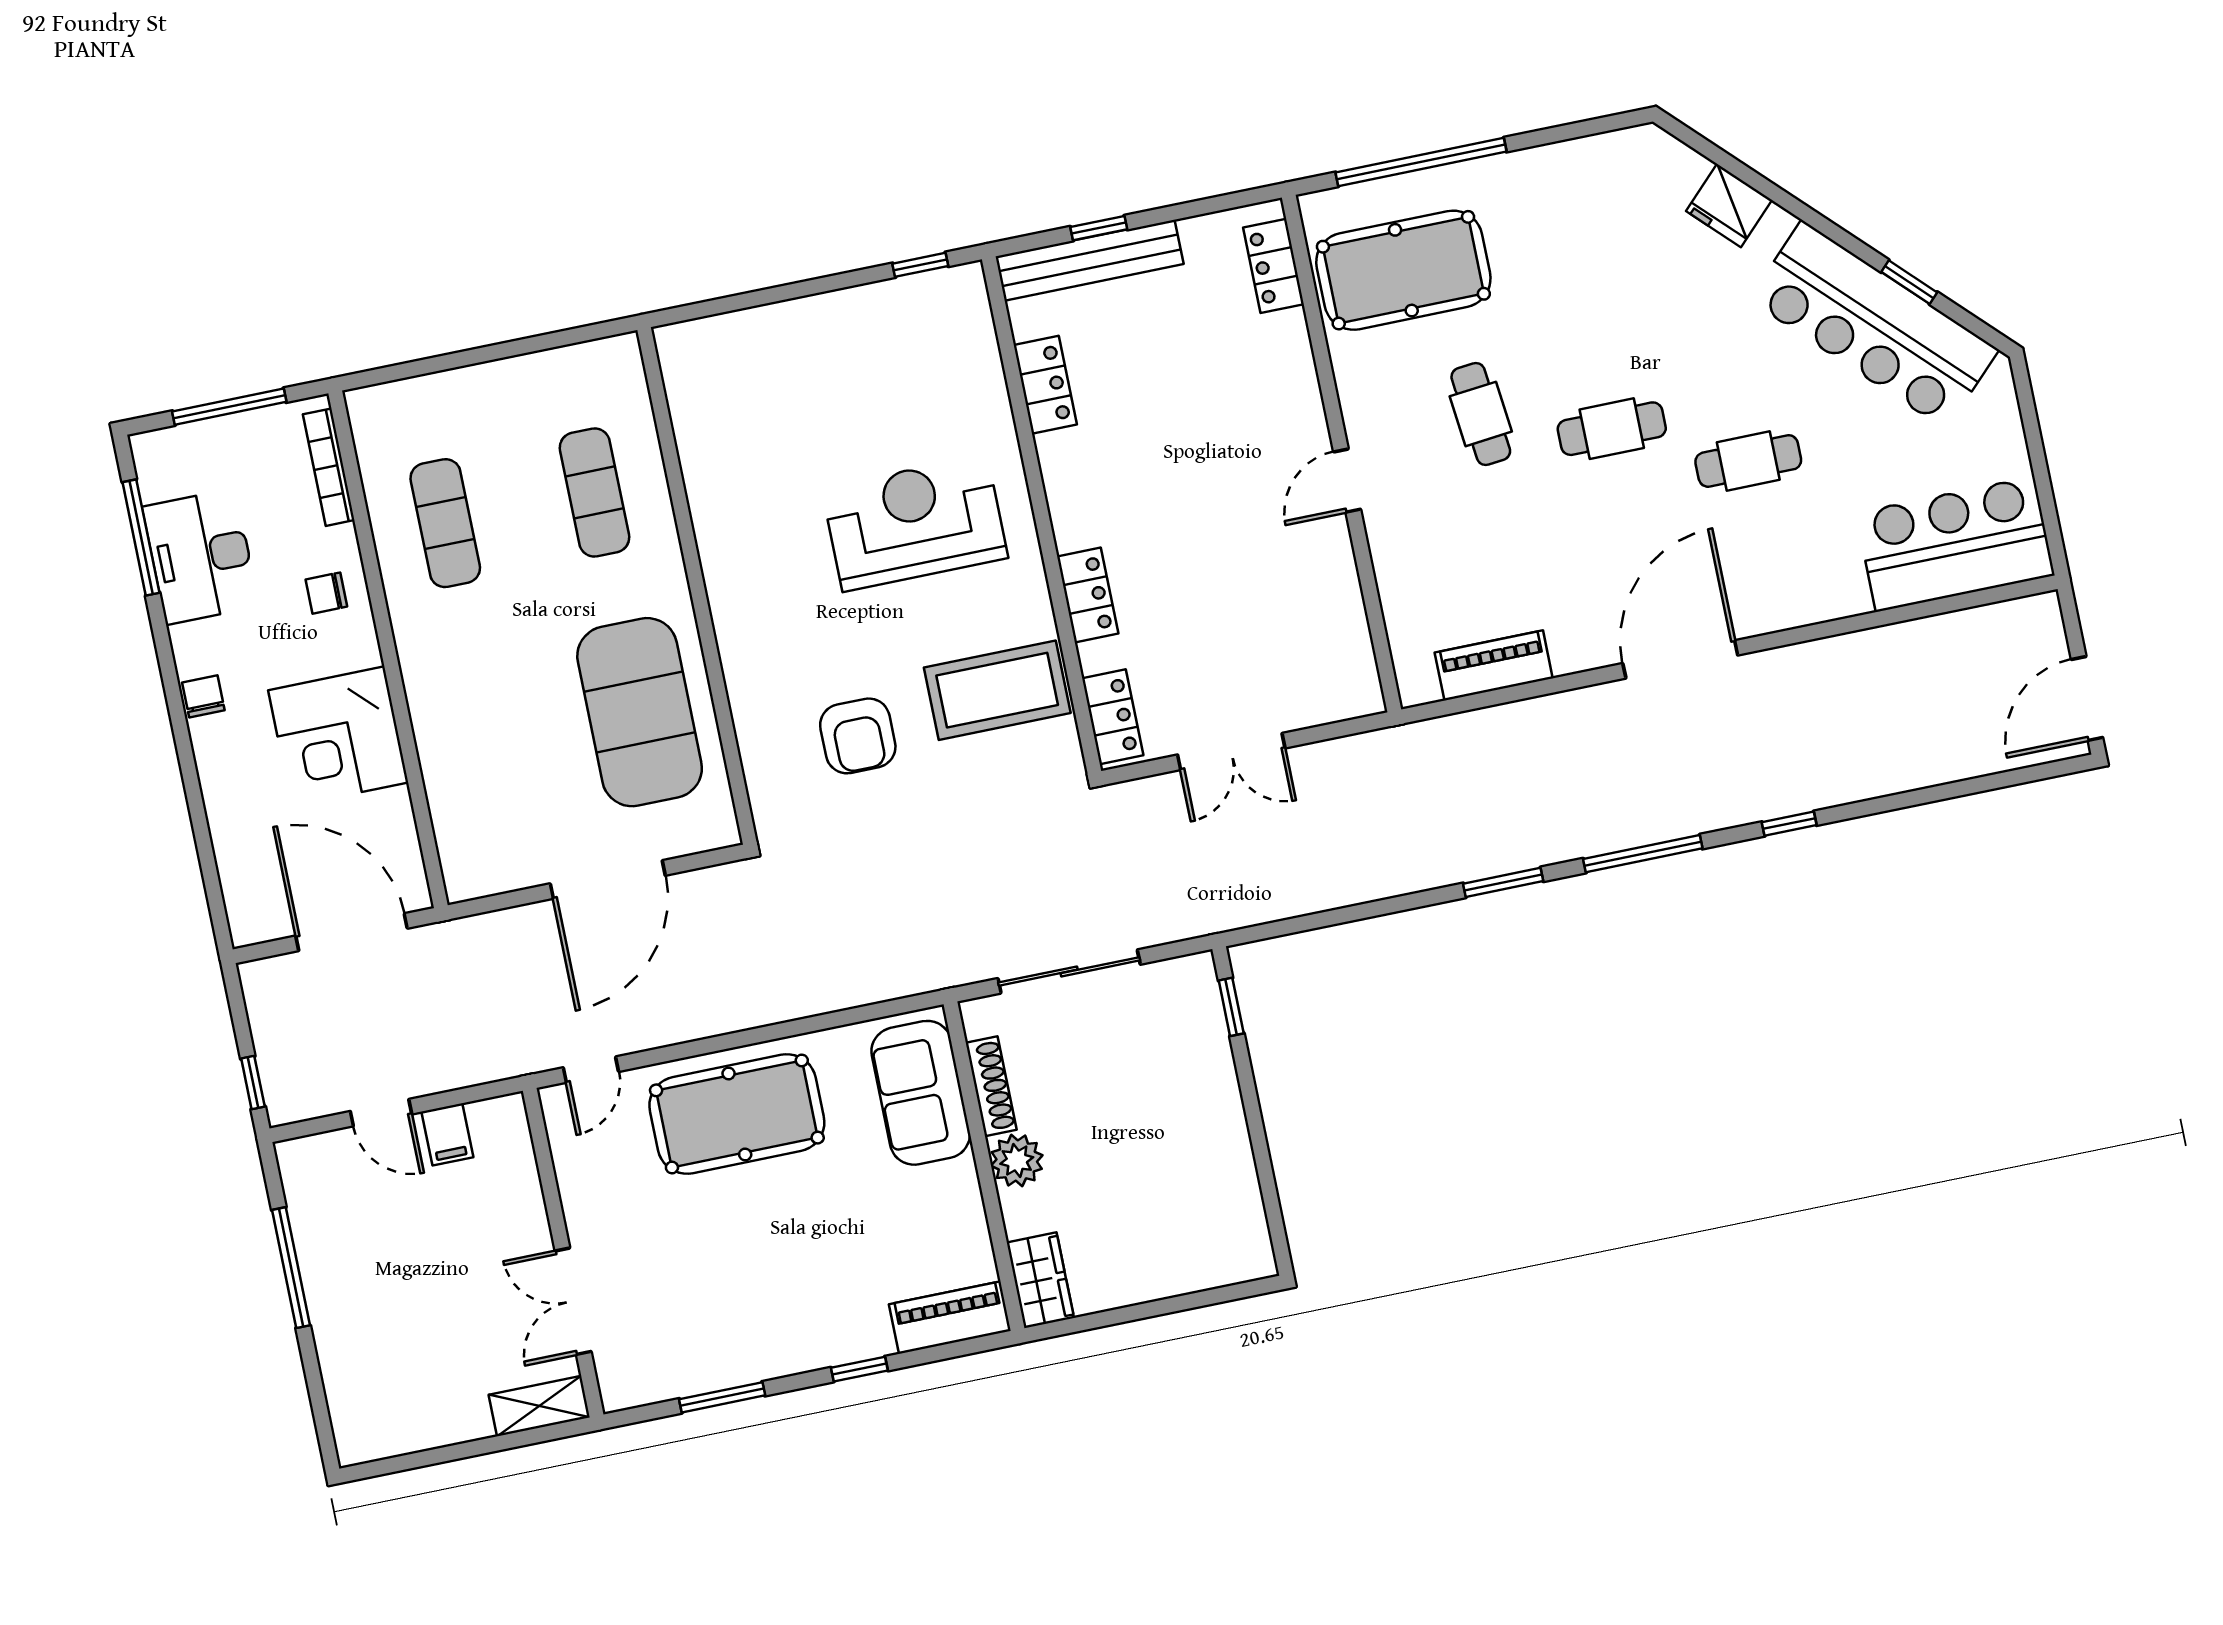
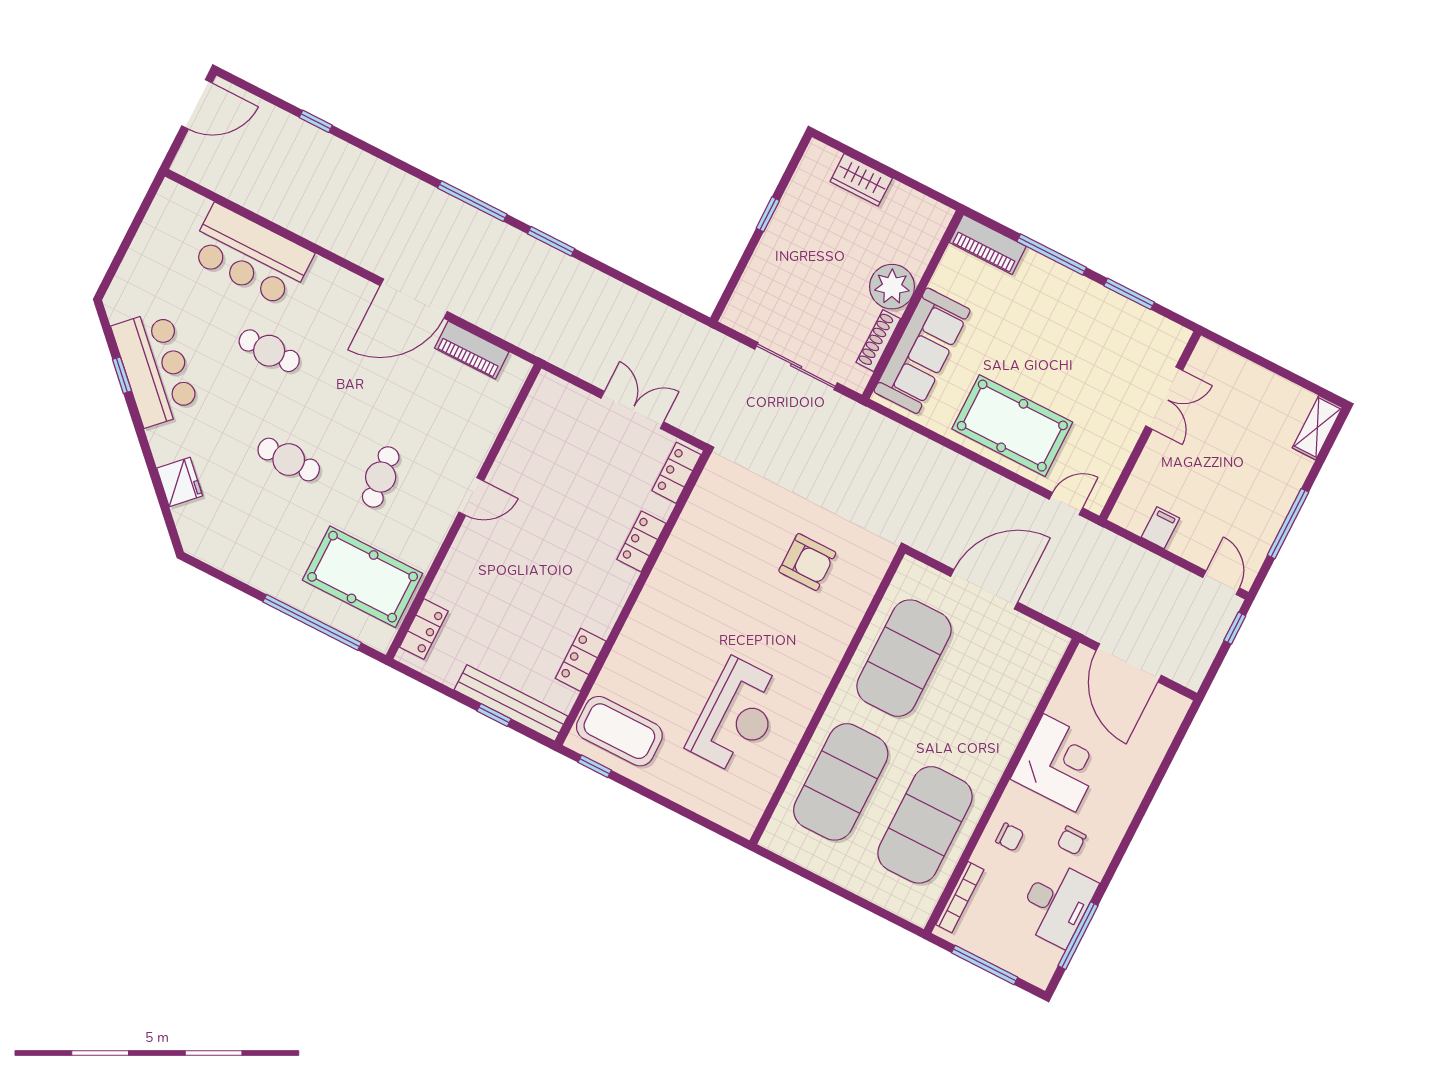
bar counter: (1874, 325) -> (156, 368), width x0.73
cafe table: (1612, 429) -> (289, 460), moved
exercise mat: (594, 492) -> (841, 782), width x2.00, depth x1.45
exercise mat: (445, 523) -> (925, 825), width x2.00, depth x1.45
reception desk: (915, 523) -> (737, 716), moved, turned -90
bar counter: (1955, 544) -> (251, 256), moved
door: (1680, 659) -> (414, 299), moved
coffee table: (997, 690) -> (619, 731), moved
chair: (203, 696) -> (1072, 840), moved
armchair: (858, 736) -> (807, 562), turned 90
window: (1789, 824) -> (316, 121), moved
window: (1231, 1007) -> (768, 214), moved
sofa: (921, 1093) -> (922, 351), width x1.36
door: (381, 1113) -> (1221, 583), moved
plant: (1017, 1161) -> (892, 287), width x1.36, depth x1.36
wardrobe: (1040, 1280) -> (861, 180), moved, turned -90
window: (859, 1369) -> (1052, 254), width x2.17
shelving: (539, 1406) -> (1317, 428), moved, turned 90

